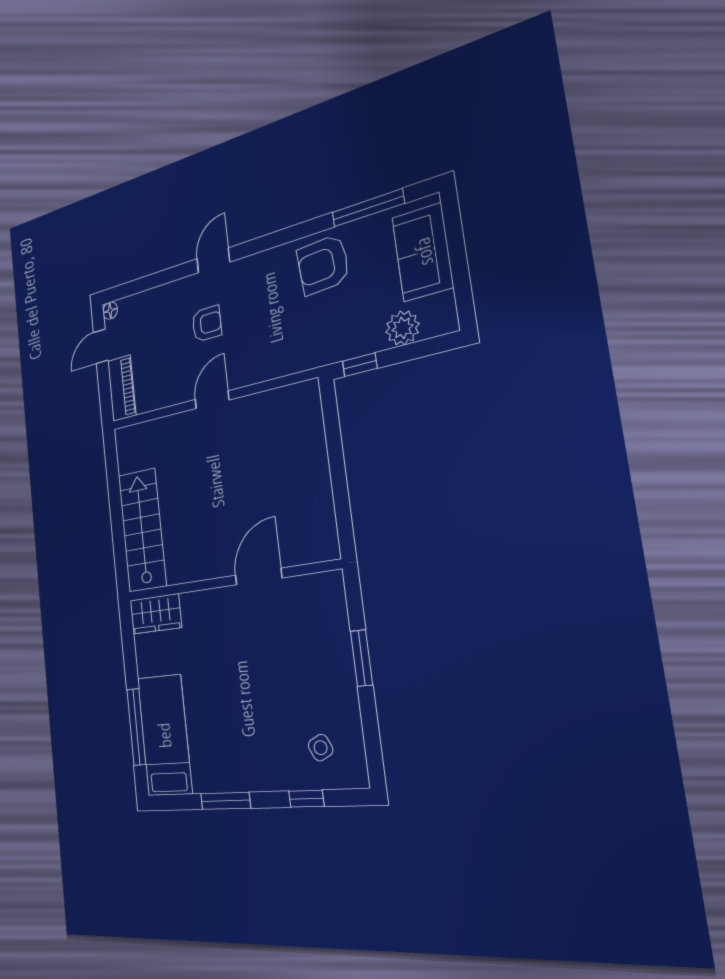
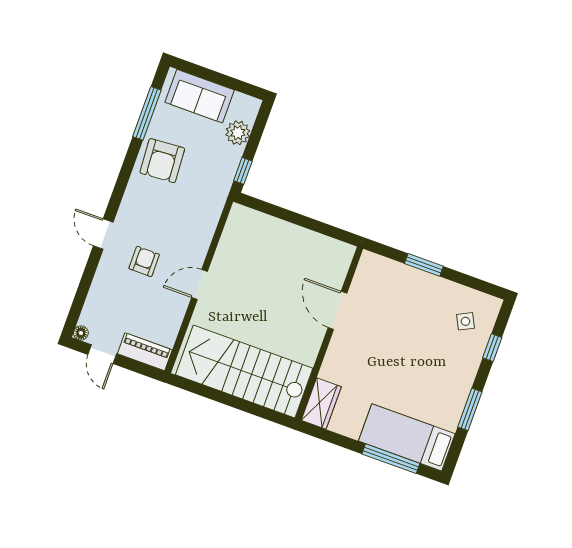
door: (212, 400) -> (200, 284), hinge flipped
stairs: (142, 530) -> (244, 371), width x1.36, depth x1.51

